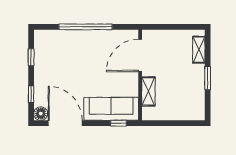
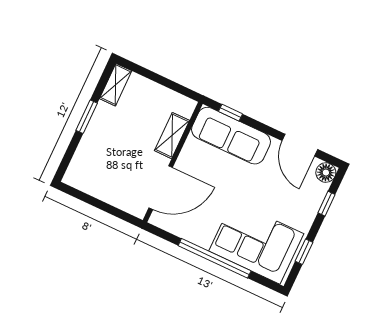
corner sofa: (64, 49) -> (256, 242), added
shelving: (199, 50) -> (116, 85), moved
door: (65, 123) -> (300, 145), width x0.73

